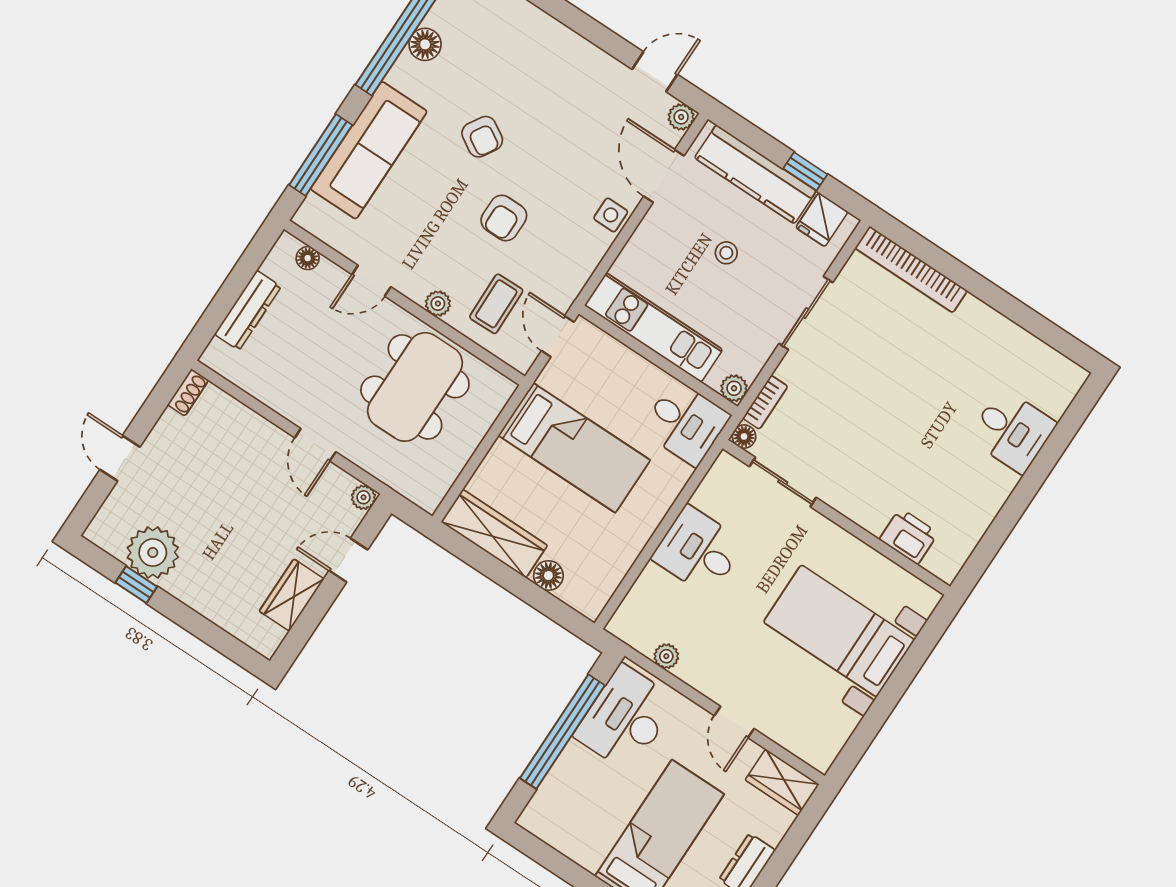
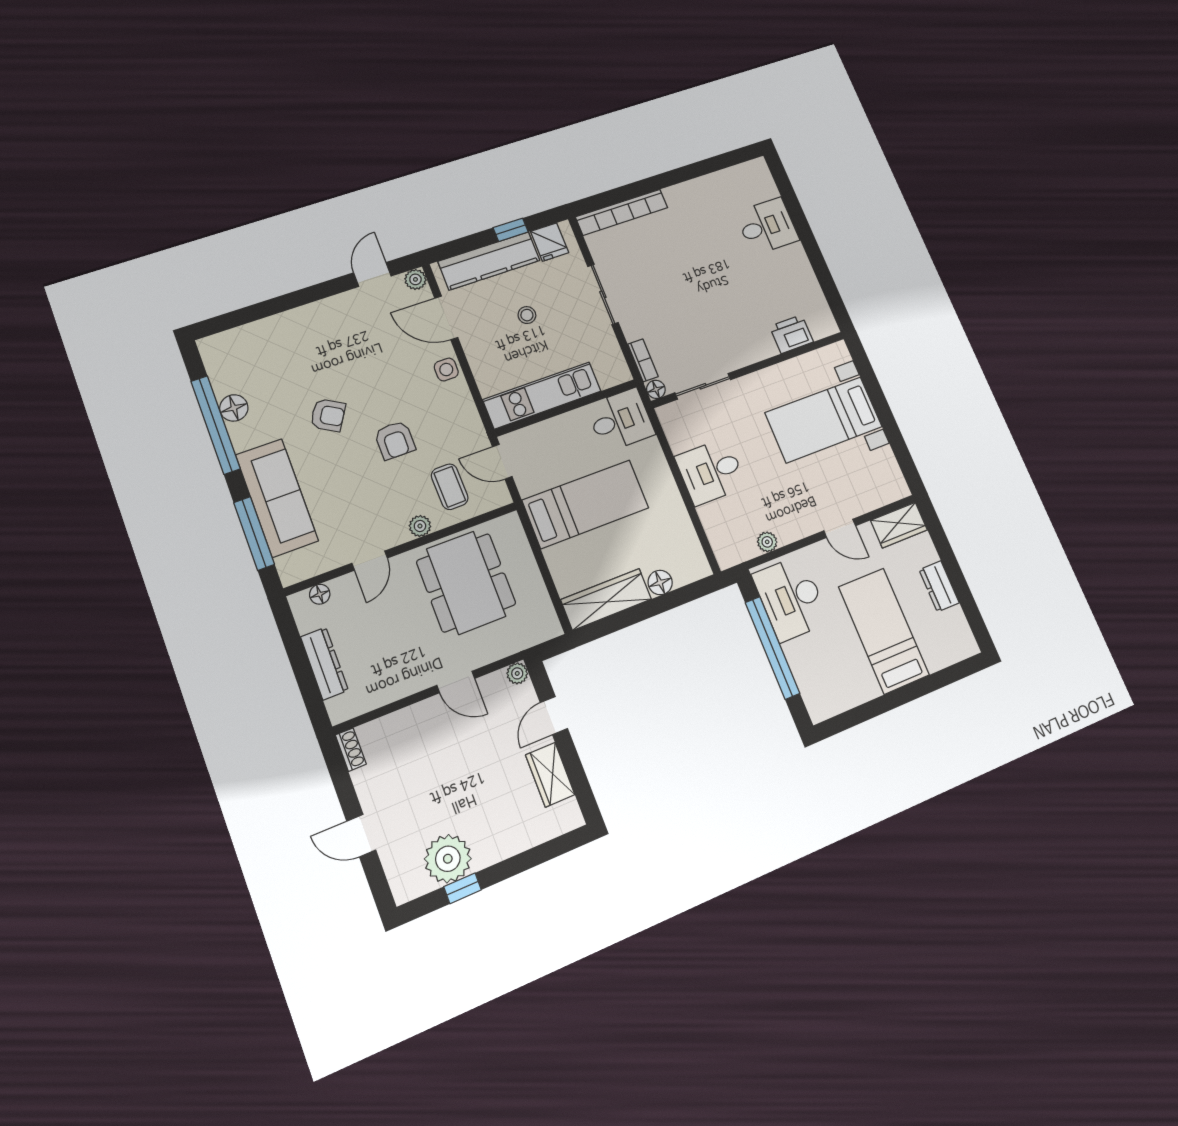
plant: (734, 388) -> (620, 373), removed

